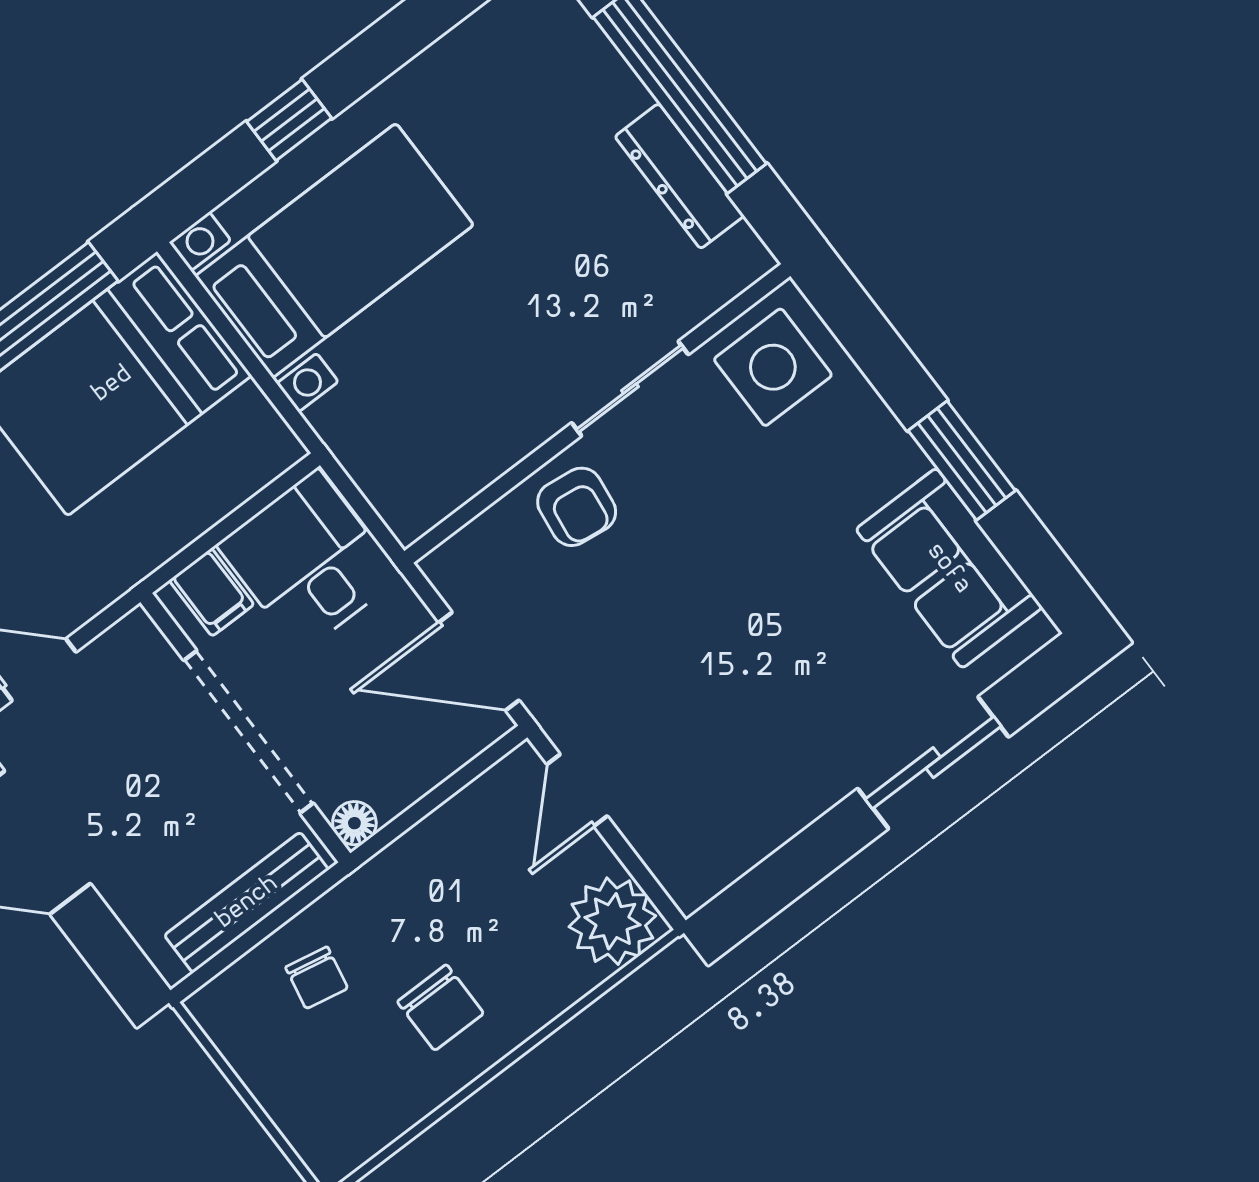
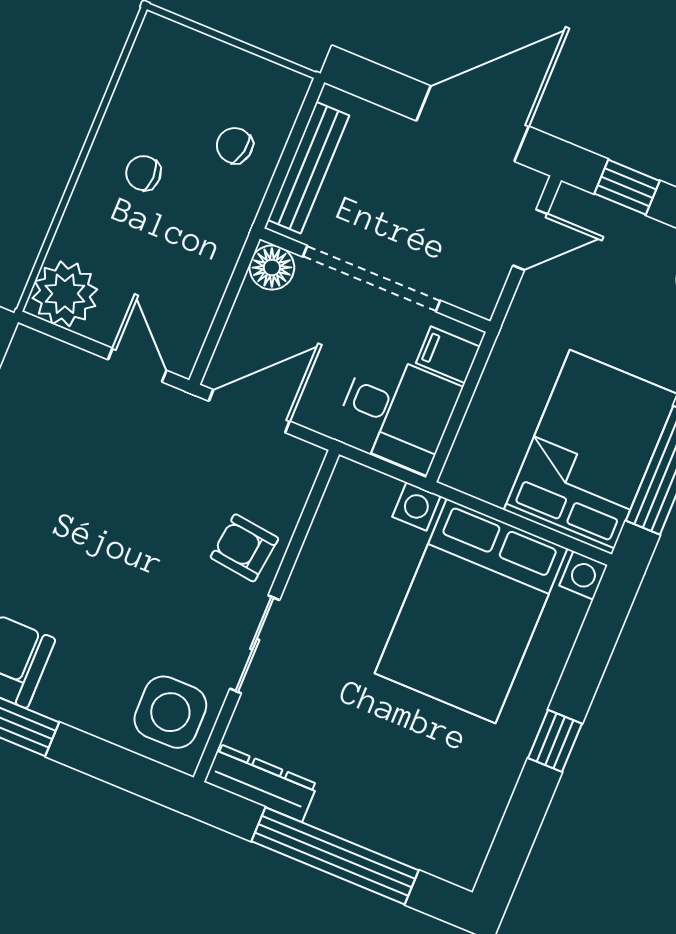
window: (289, 120) -> (555, 741), moved
dresser: (679, 176) -> (261, 783), moved
bed with nightstands: (334, 251) -> (471, 611), width x1.36
floor lamp: (354, 823) -> (272, 268), width x1.37, depth x1.37
chair: (440, 1008) -> (143, 173), width x0.73, depth x0.73

